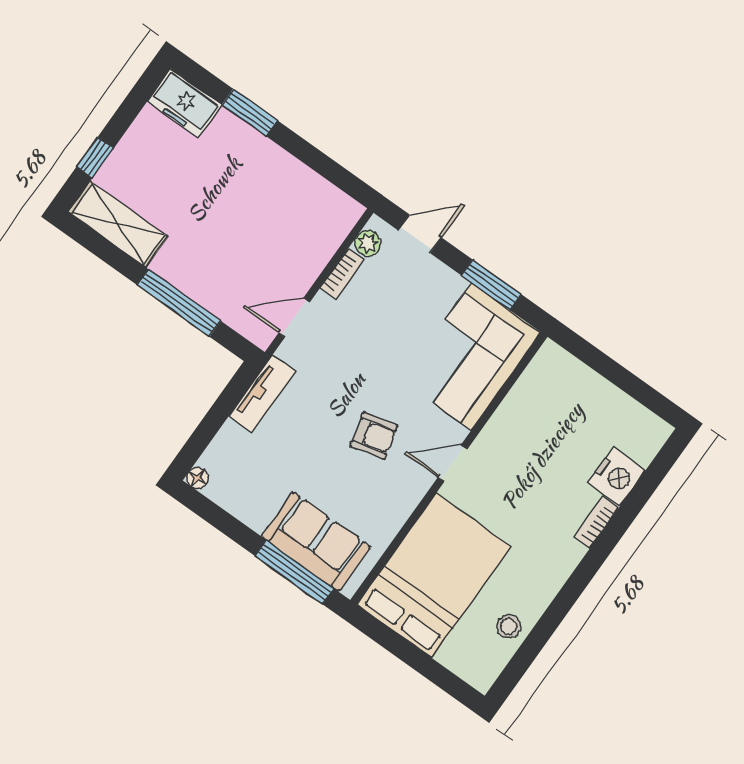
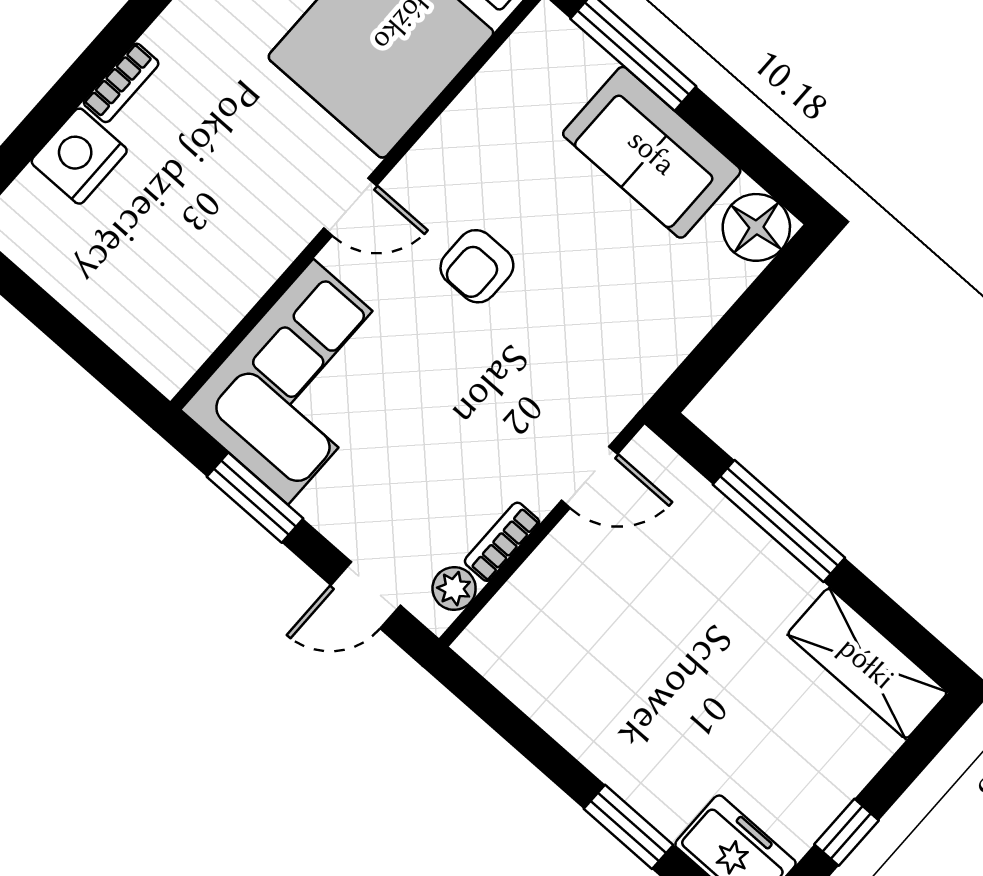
window: (95, 158) -> (847, 832), moved
tv unit: (262, 394) -> (656, 356), removed
armchair: (374, 436) -> (477, 266), turned -76
floor lamp: (197, 478) -> (756, 227), width x1.89, depth x1.89
sofa: (316, 542) -> (652, 152), moved

